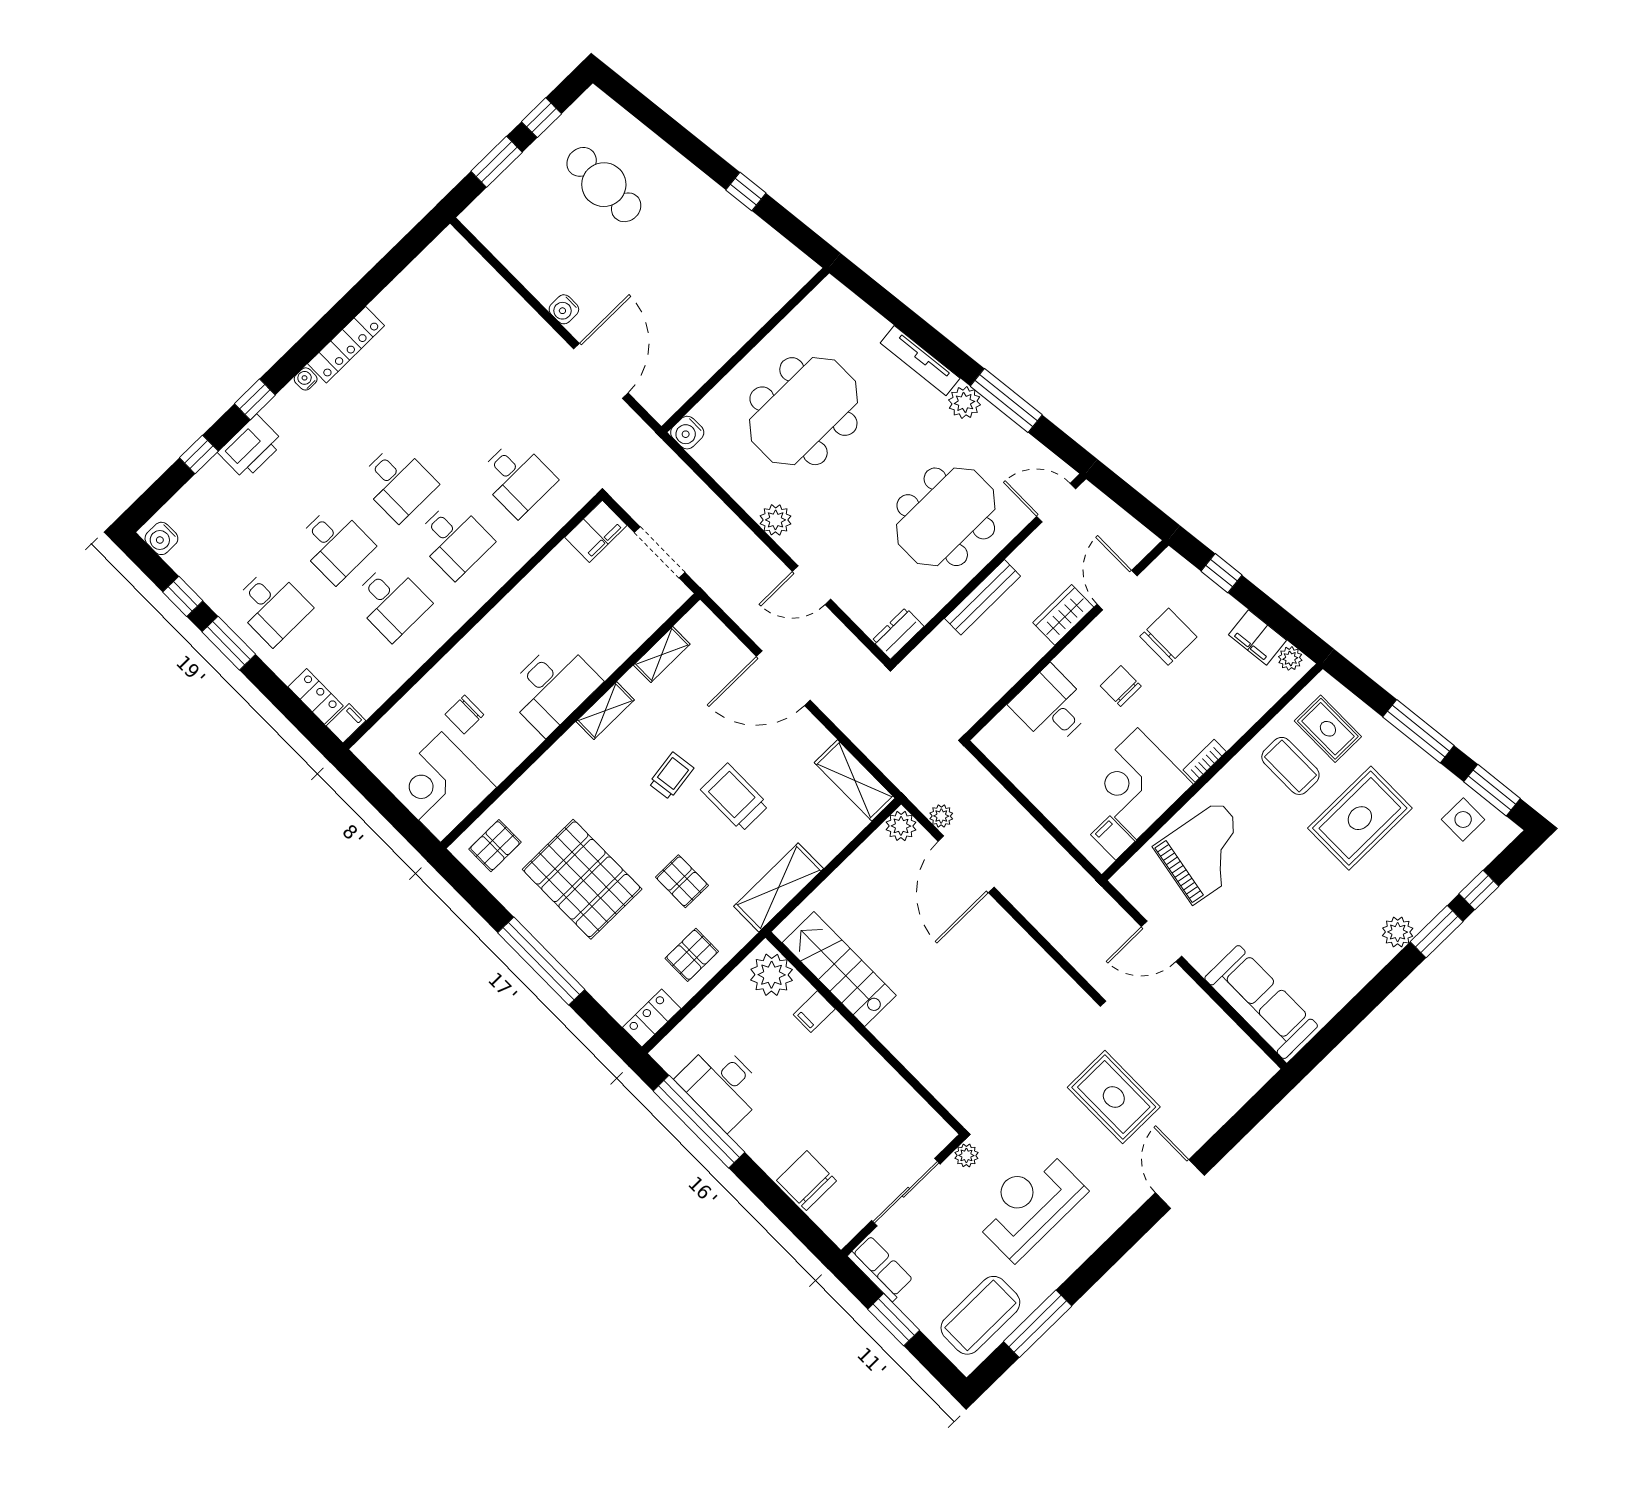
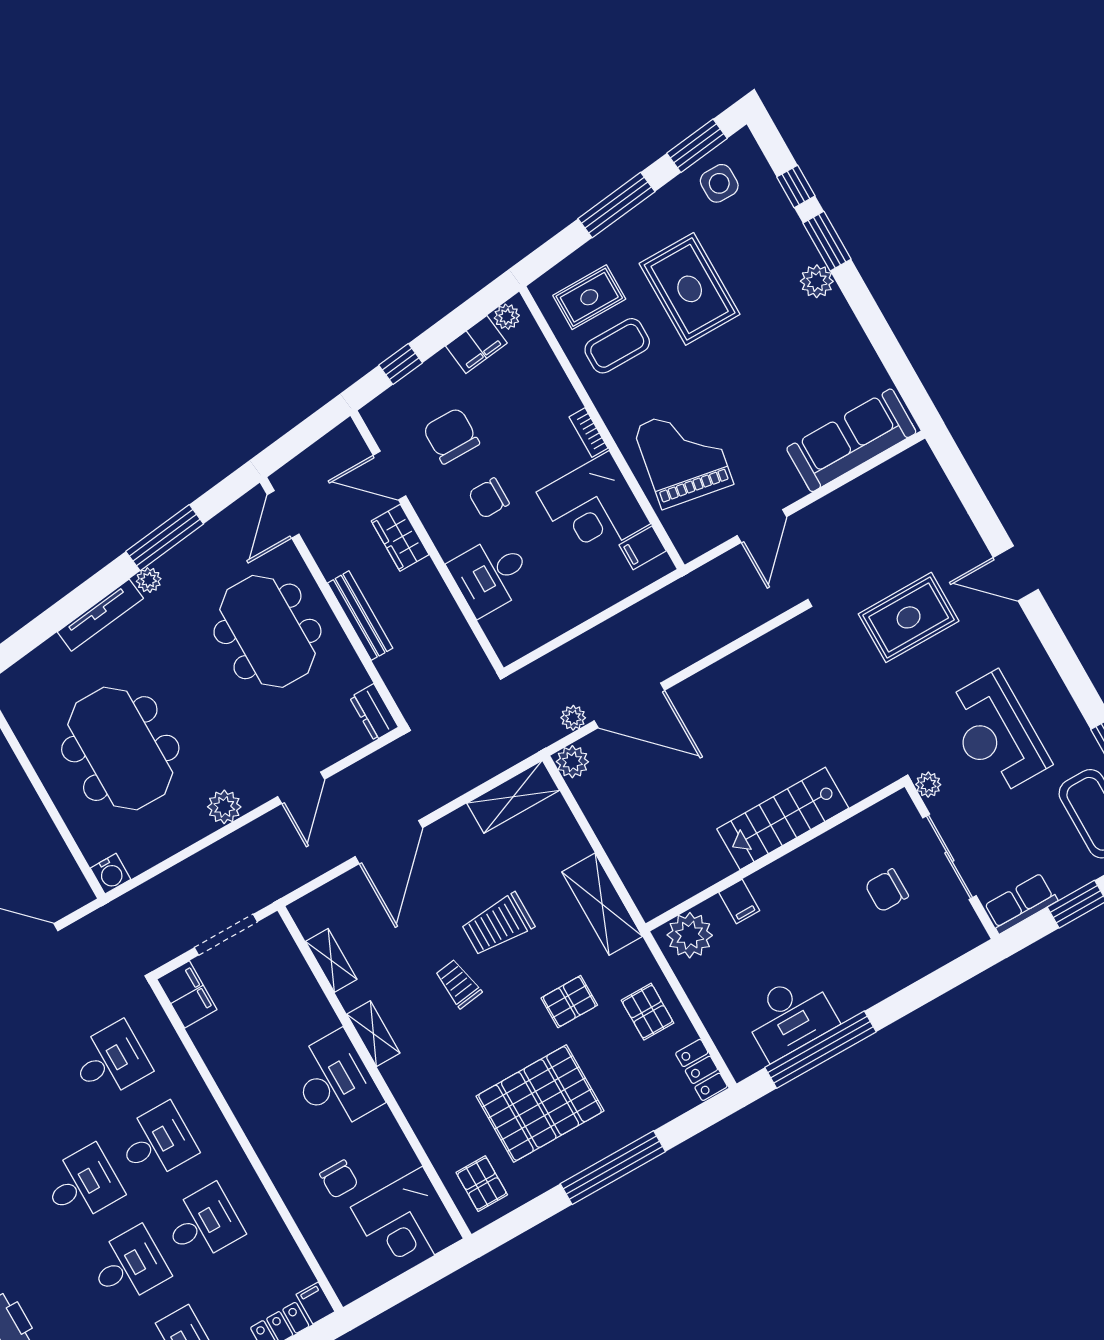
plant: (964, 402) -> (149, 580), width x0.73, depth x0.73
stairs: (839, 969) -> (783, 818), moved
chair: (807, 1181) -> (887, 890), moved, width x0.73, depth x0.73

